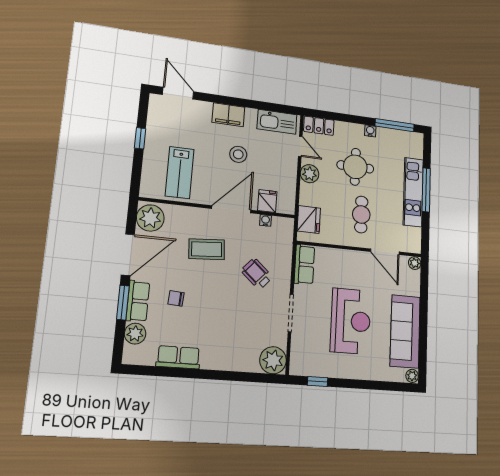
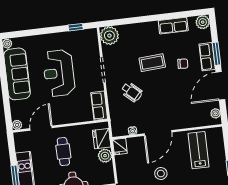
plant: (310, 174) -> (105, 156), moved
fridge: (267, 201) -> (120, 147), moved
plant: (150, 218) -> (216, 113), width x0.53, depth x0.53
coffee table: (207, 249) -> (152, 63), moved
door: (385, 252) -> (41, 128), hinge flipped
plant: (135, 334) -> (203, 22), moved

